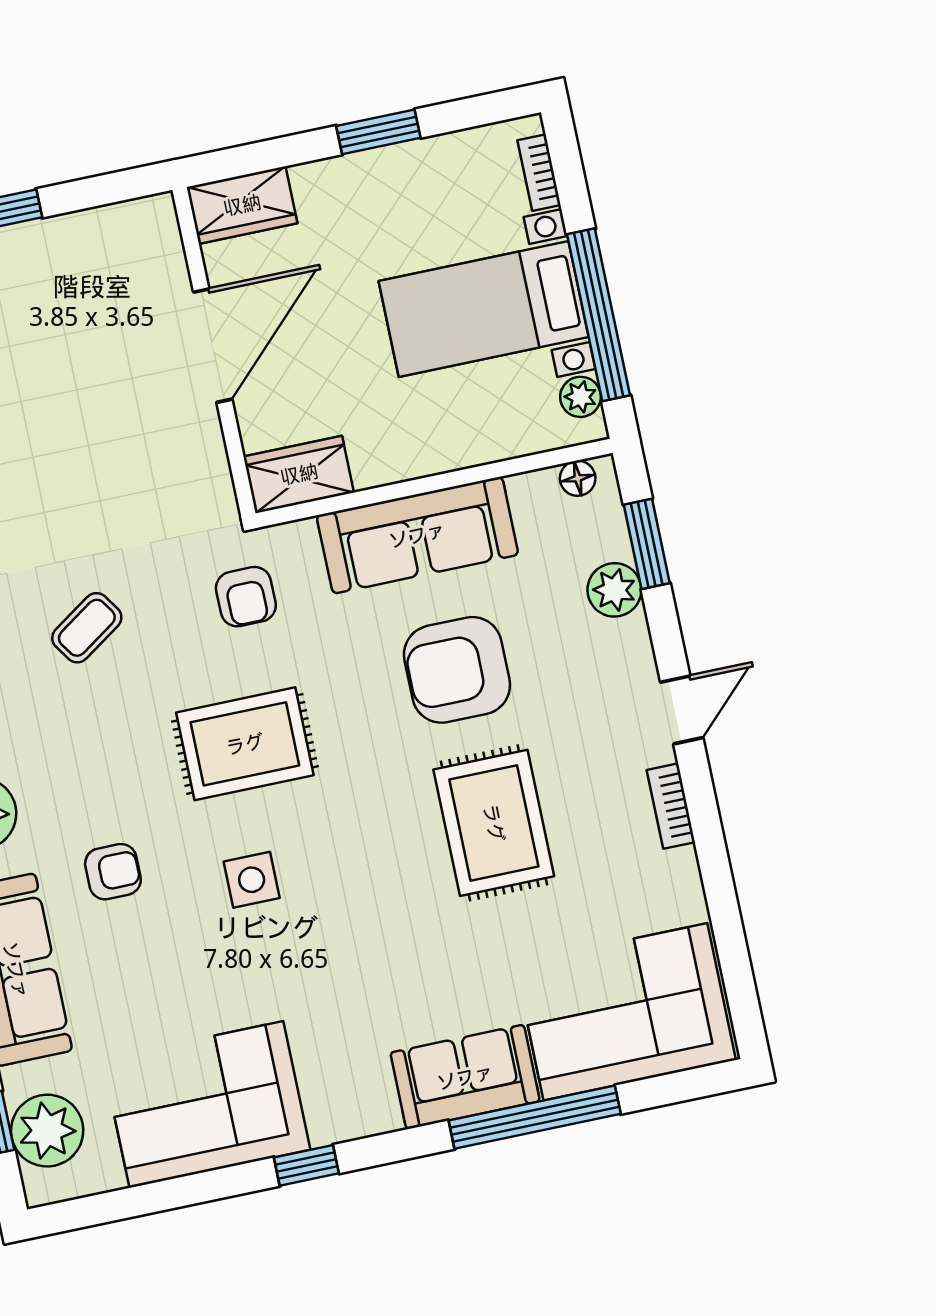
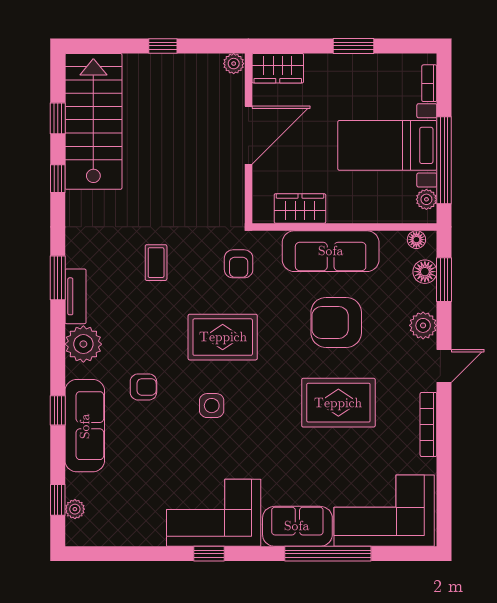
plant: (155, 214) -> (234, 64), added
wardrobe: (299, 474) -> (300, 208), moved
floor lamp: (607, 536) -> (425, 272), added
plant: (614, 590) -> (423, 325), moved
coffee table: (87, 628) -> (156, 263), turned -56
bookcase: (671, 806) -> (428, 424), width x1.56
rug: (494, 823) -> (338, 403), turned 90
corner sofa: (206, 1104) -> (214, 513), moved
plant: (47, 1131) -> (75, 509), width x0.53, depth x0.53

